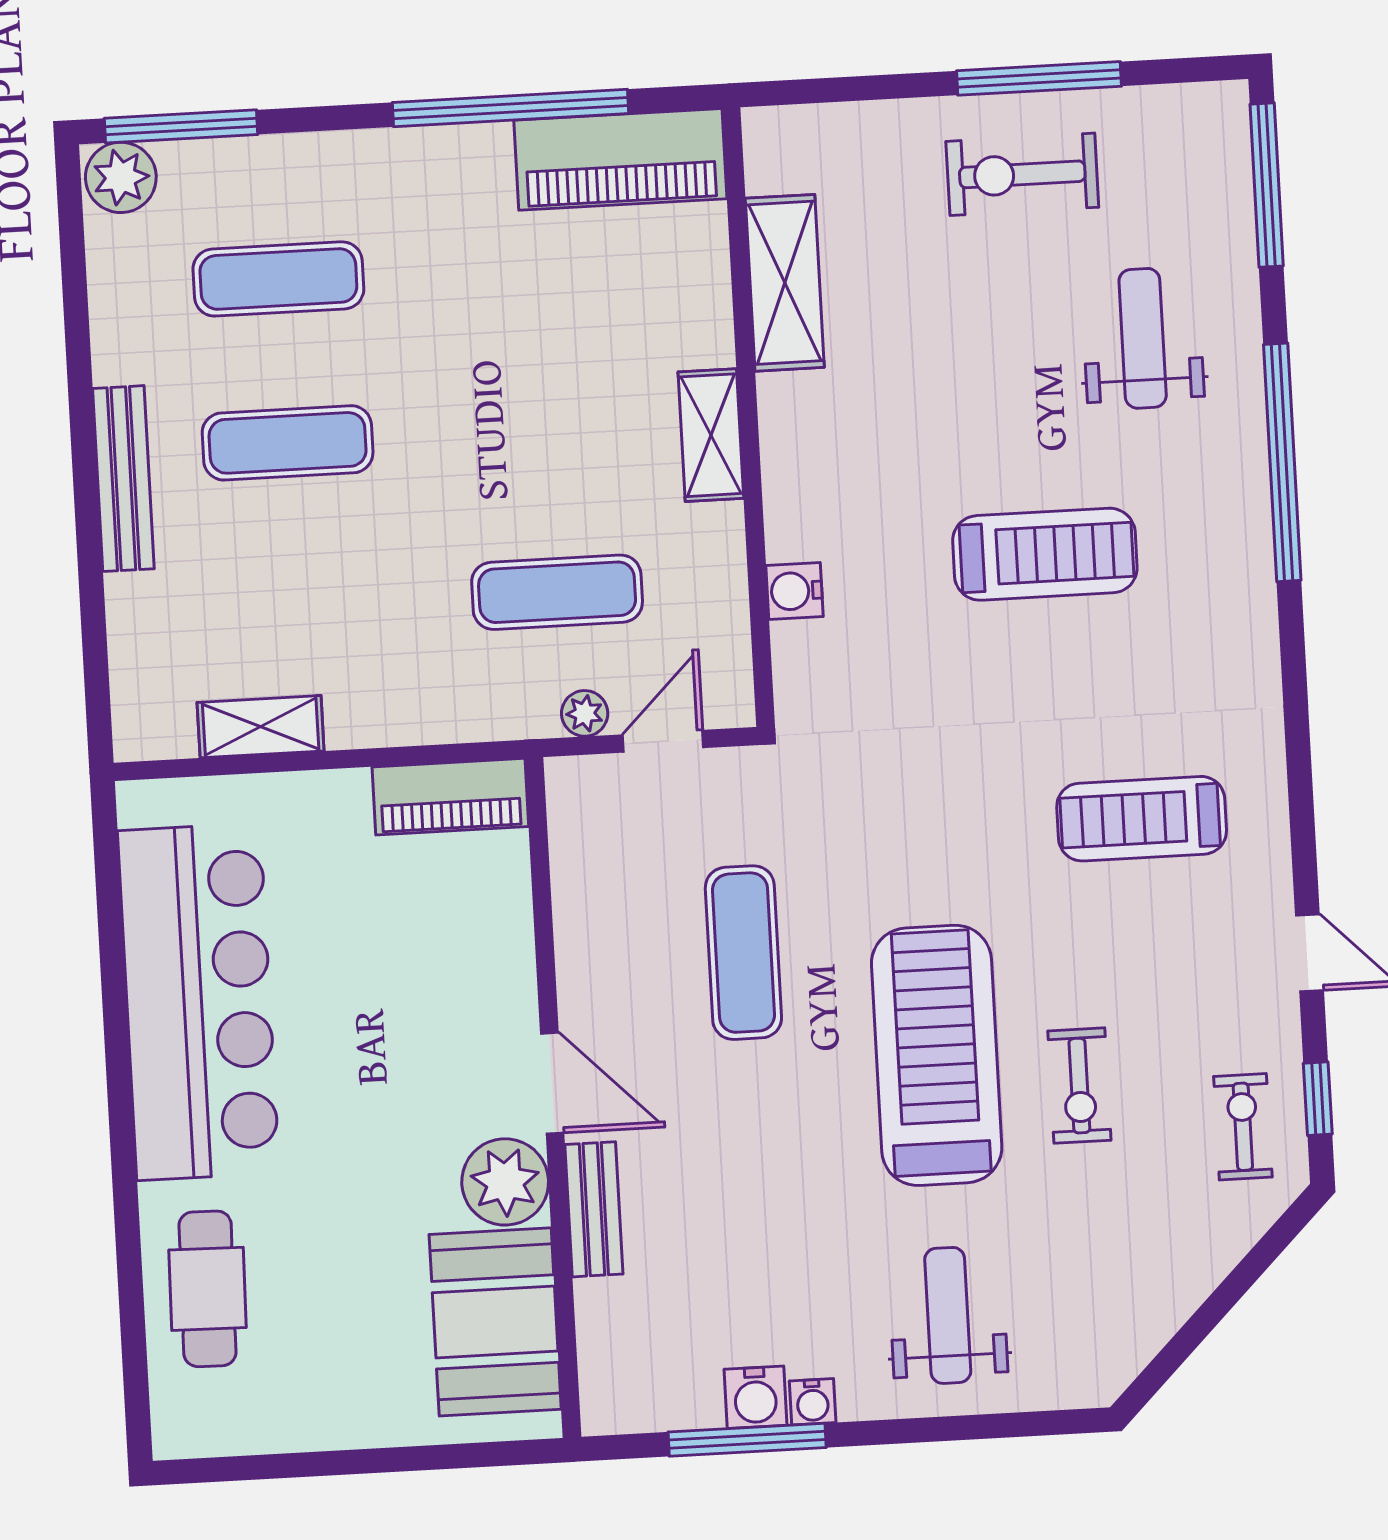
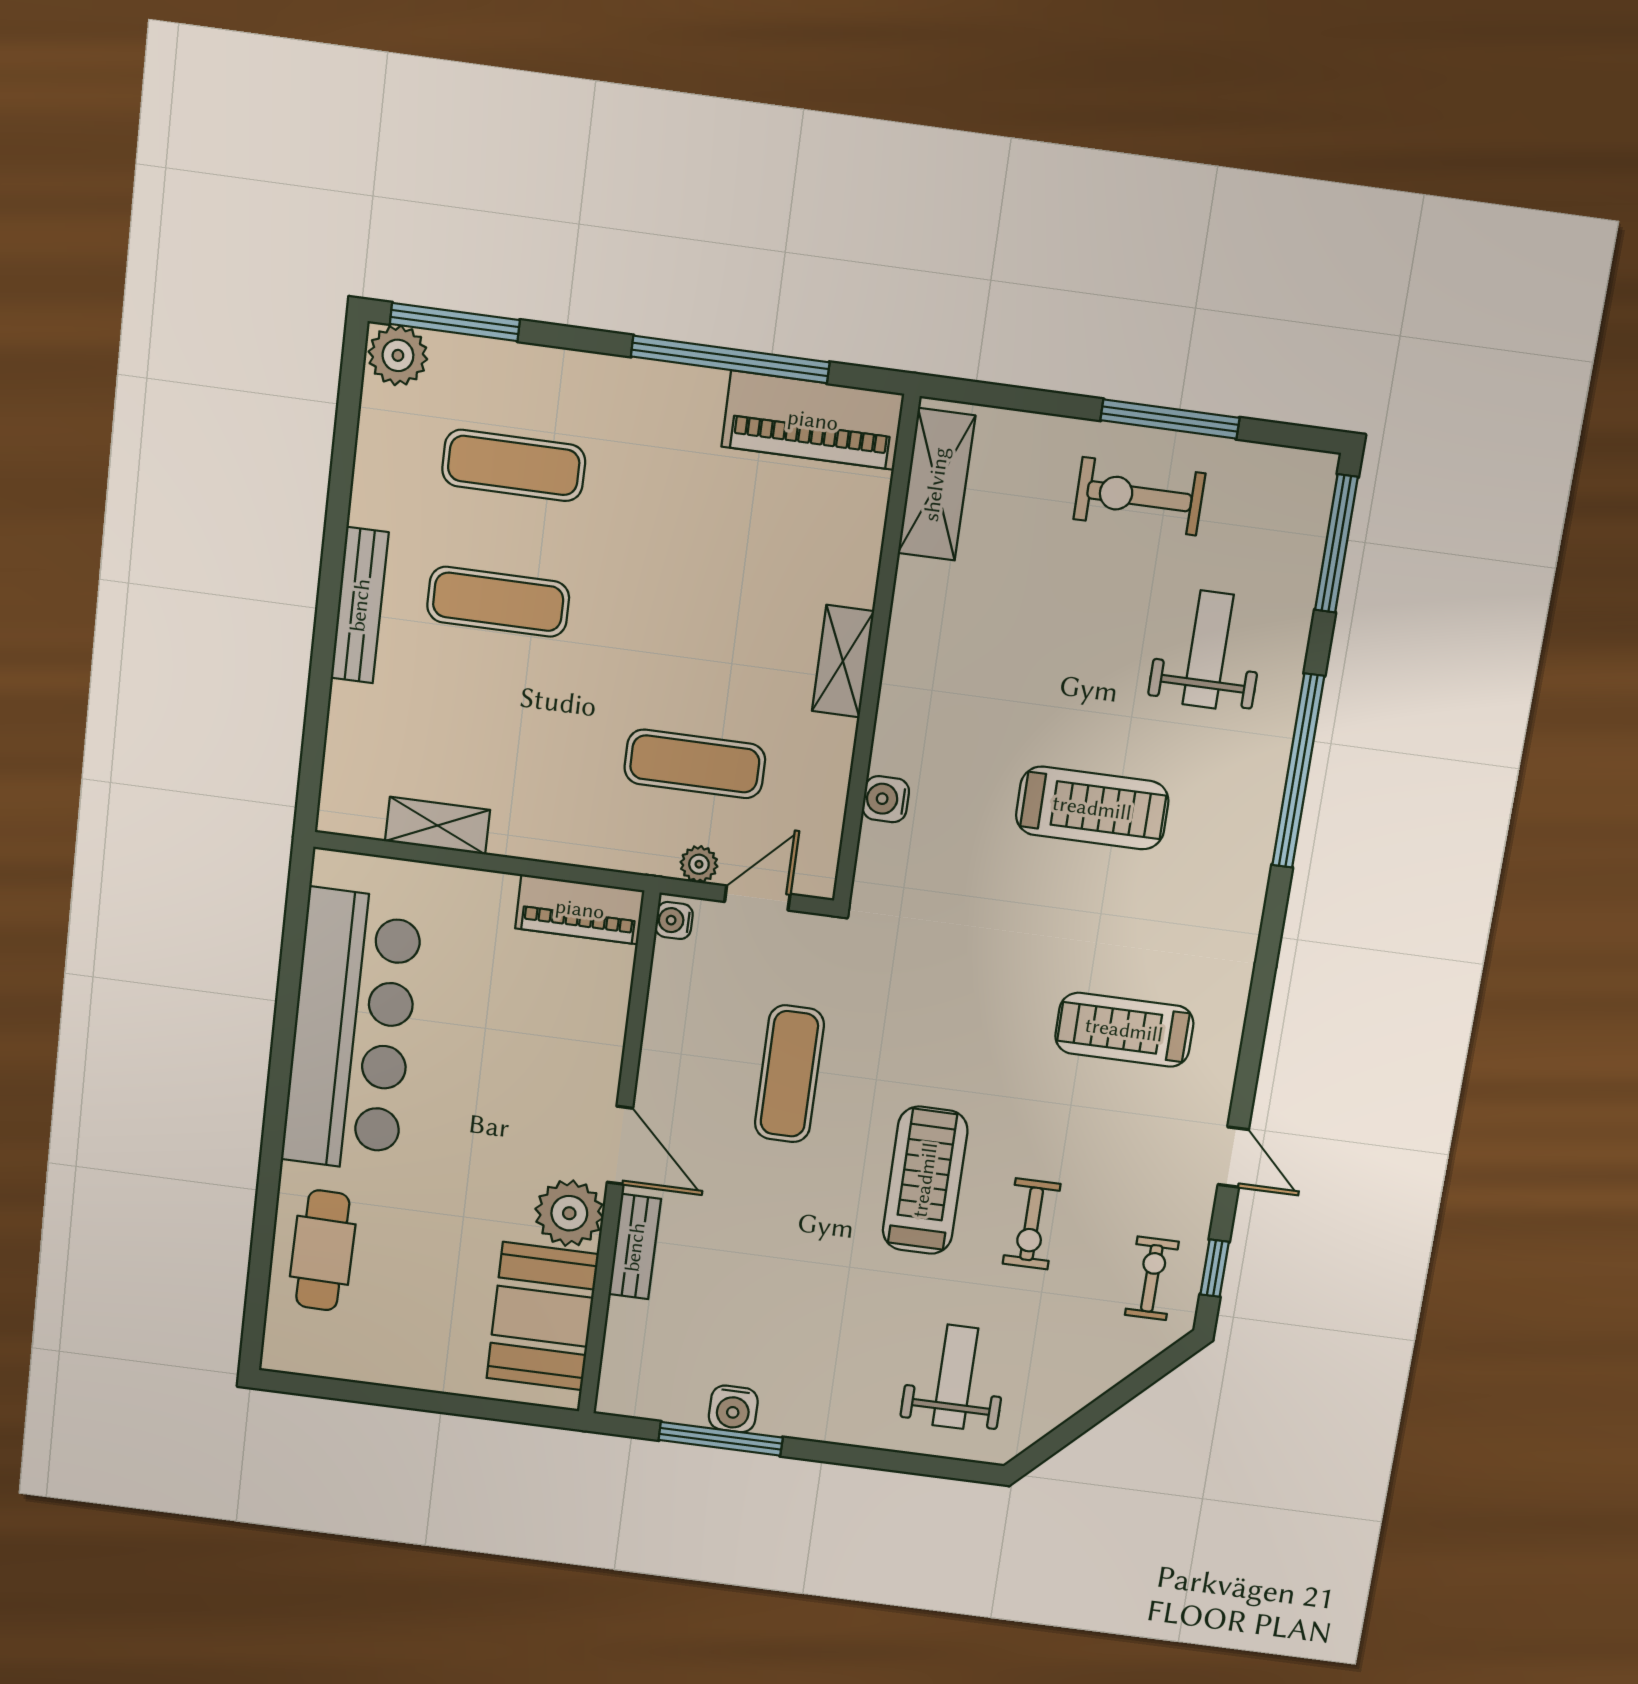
shelving: (785, 283) -> (936, 484), moved
treadmill: (937, 1055) -> (925, 1180), width x0.73, depth x0.73
weight bench: (948, 1315) -> (955, 1377), moved
water cooler: (813, 1402) -> (674, 920), moved, turned 90

